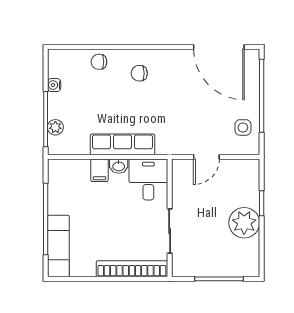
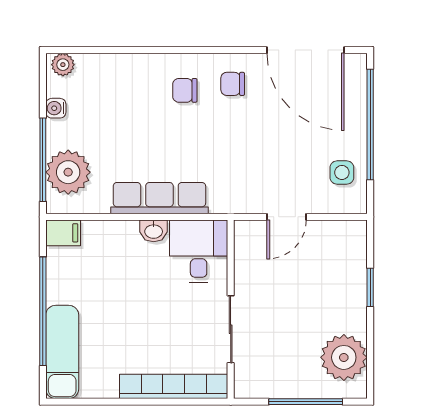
plant: (59, 56) -> (63, 65), added
chair: (99, 62) -> (233, 84), moved
plant: (55, 127) -> (68, 172), width x1.87, depth x1.87
filing cabinet: (99, 170) -> (63, 233), moved, turned -90
plant: (244, 223) -> (344, 357), moved

